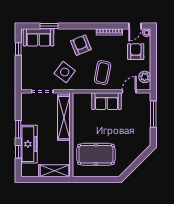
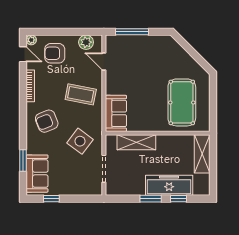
sofa: (107, 101) -> (116, 113), moved
shelving: (64, 118) -> (136, 142), width x0.68

